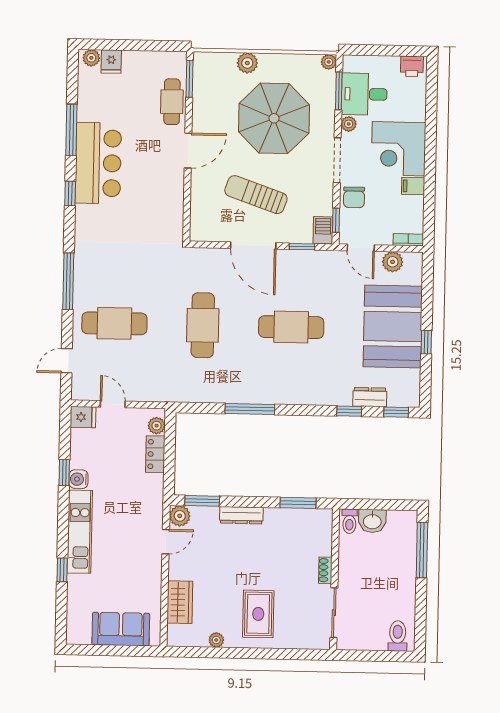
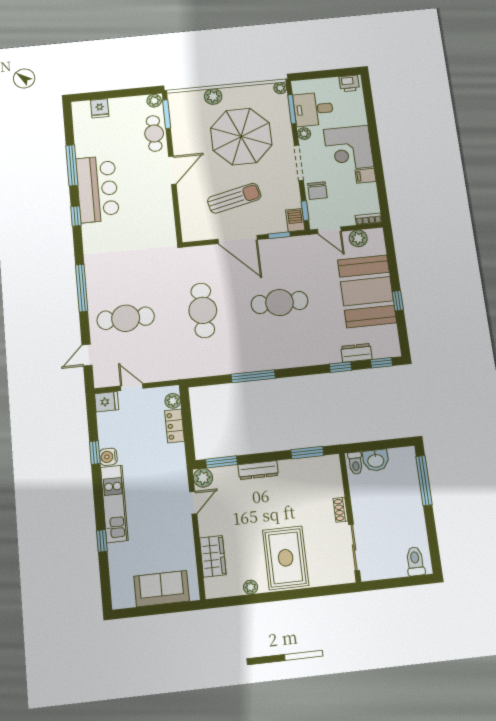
plant: (91, 58) -> (154, 101), moved
sun lounger: (256, 195) -> (234, 198), turned 148
rug: (258, 614) -> (286, 558), width x1.36, depth x1.43

